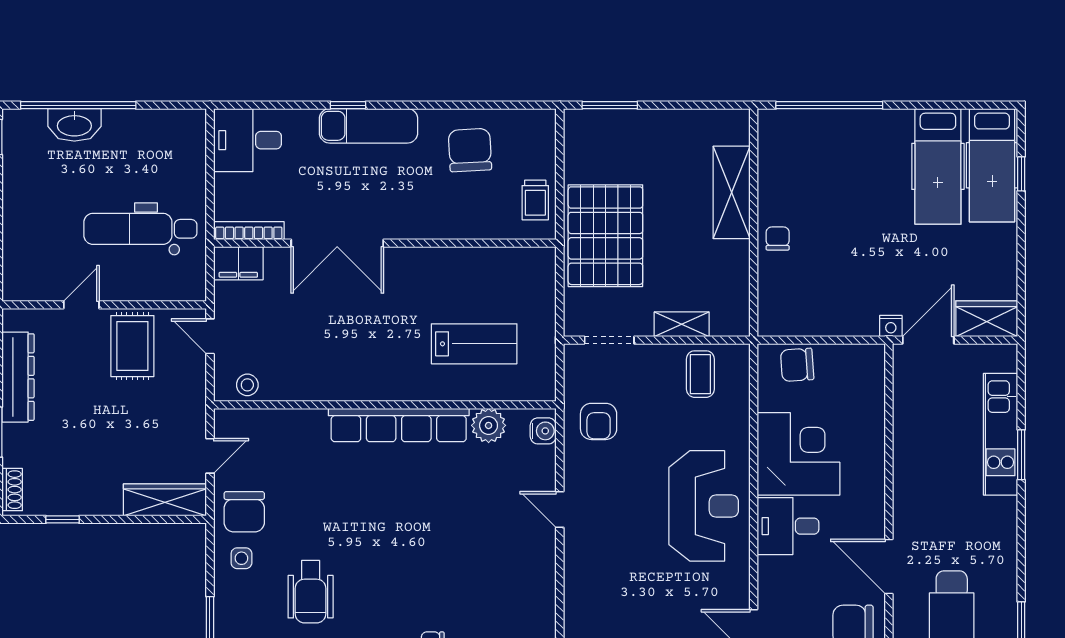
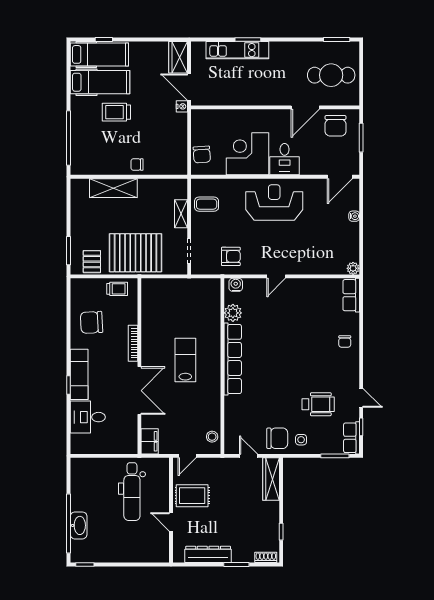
desk: (247, 140) -> (88, 417), moved, turned 90
pallet: (588, 151) -> (92, 262), added
trolley: (880, 198) -> (116, 112), added
bookcase: (249, 231) -> (133, 343), moved
lab bench: (474, 344) -> (185, 360), moved

